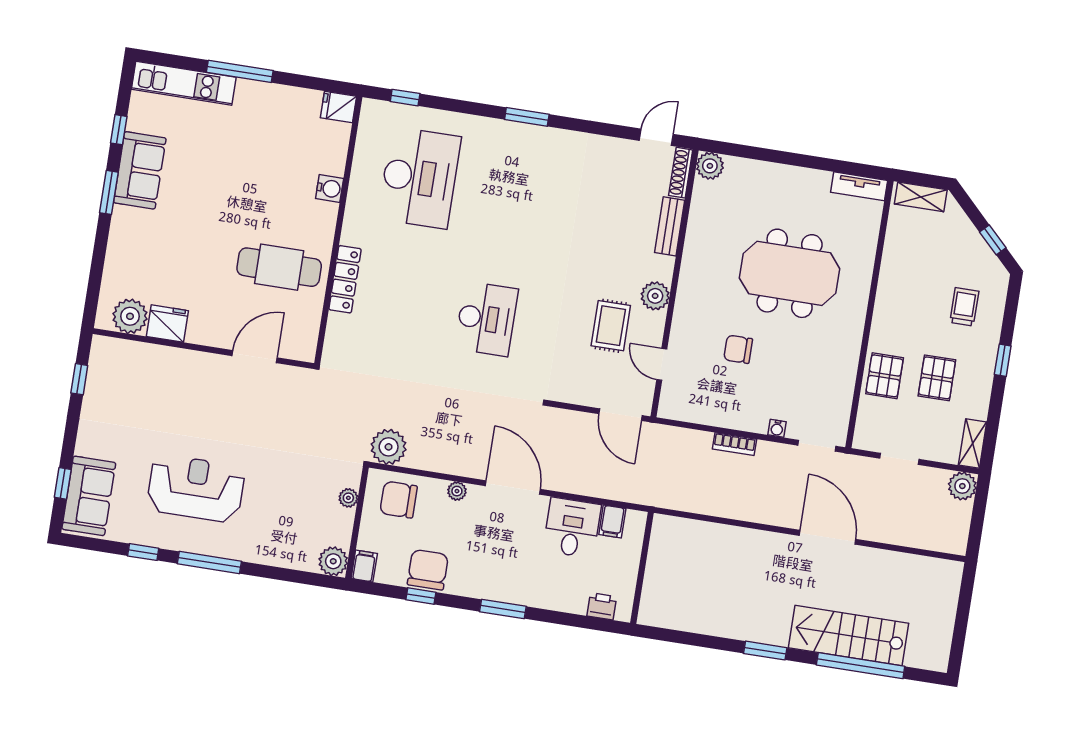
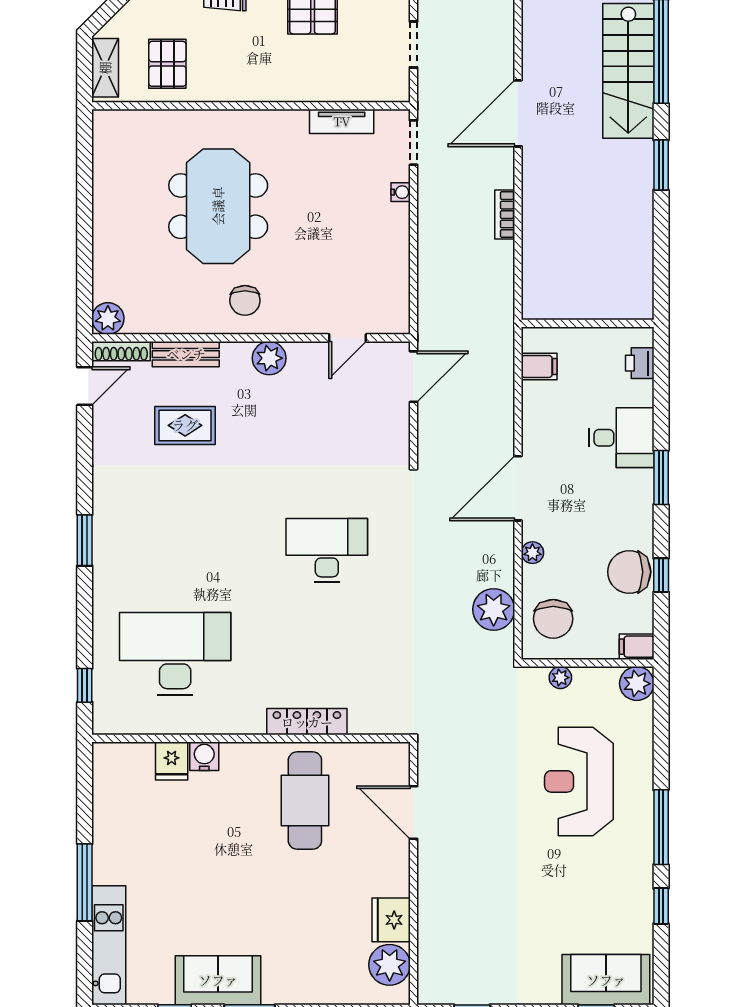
fridge: (338, 107) -> (172, 761), moved
door: (656, 137) -> (85, 386), swing flipped
tv unit: (859, 186) -> (342, 121), moved, turned 90
rug: (611, 326) -> (185, 425), moved
chair: (738, 349) -> (245, 300), moved
pallet: (885, 376) -> (167, 64), moved, turned 90
bookcase: (734, 444) -> (505, 215), moved, turned 180
plant: (389, 447) -> (494, 609), moved
reception desk: (196, 488) -> (579, 781), moved
desk: (572, 528) -> (621, 438), moved, turned 180

